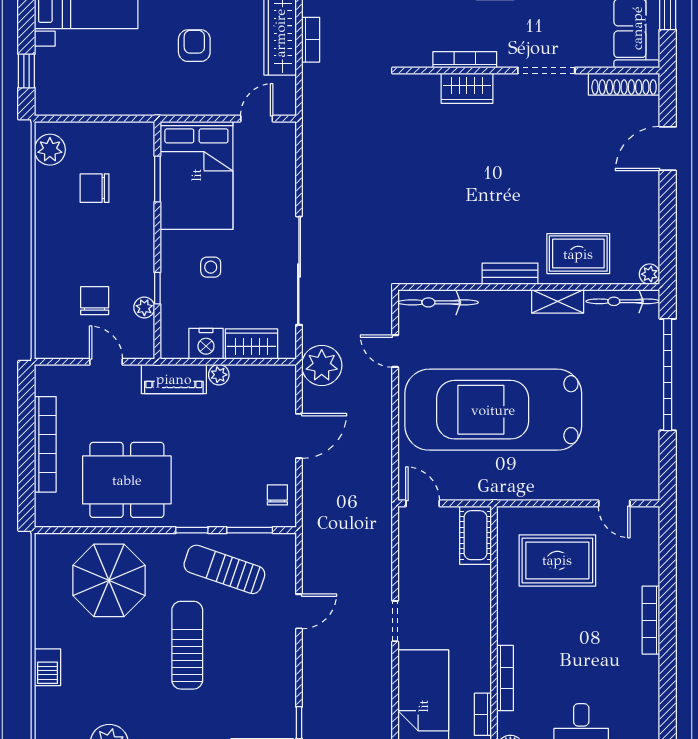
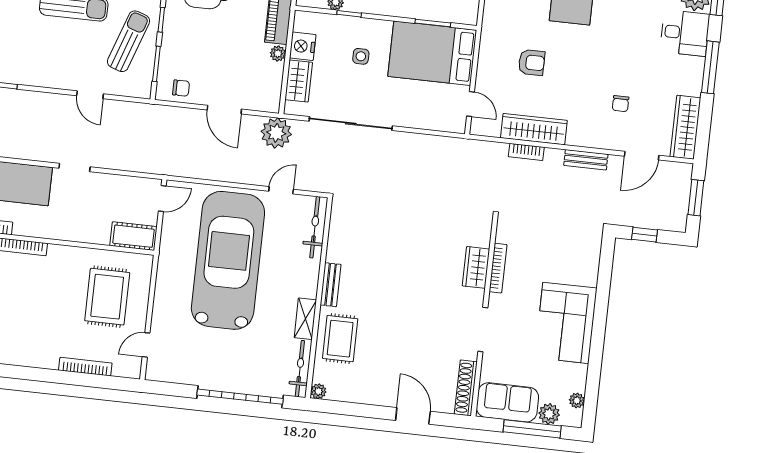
bookcase: (651, 620) -> (85, 367), moved

